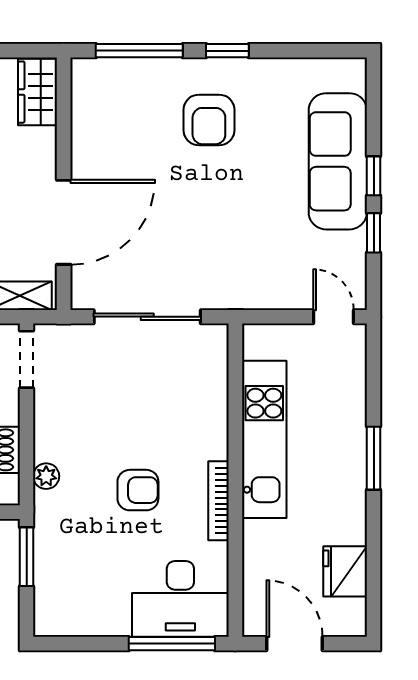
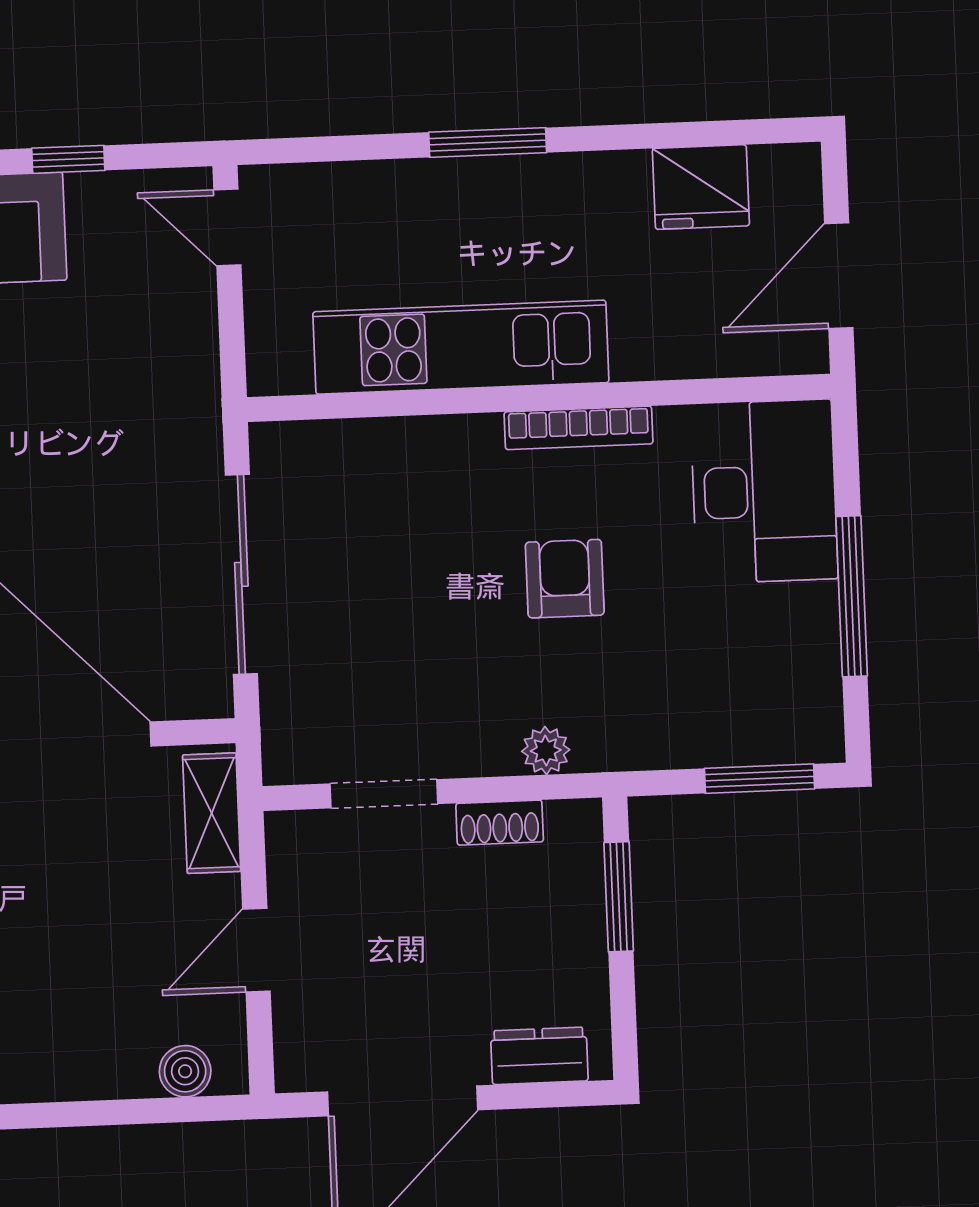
door: (334, 317) -> (227, 227), hinge flipped
doorway: (27, 359) -> (384, 794), moved
window: (27, 557) -> (759, 779), moved
window: (172, 644) -> (852, 596), moved

